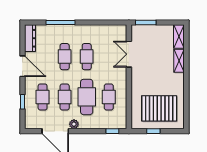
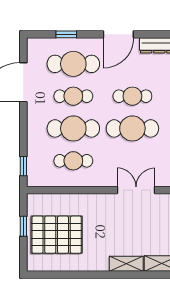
cafe table: (87, 57) -> (132, 128), width x1.37, depth x1.35
cafe table: (43, 97) -> (73, 64), width x1.37, depth x1.35
pallet: (159, 108) -> (57, 235), turned 90
plant: (74, 124) -> (34, 110), removed

